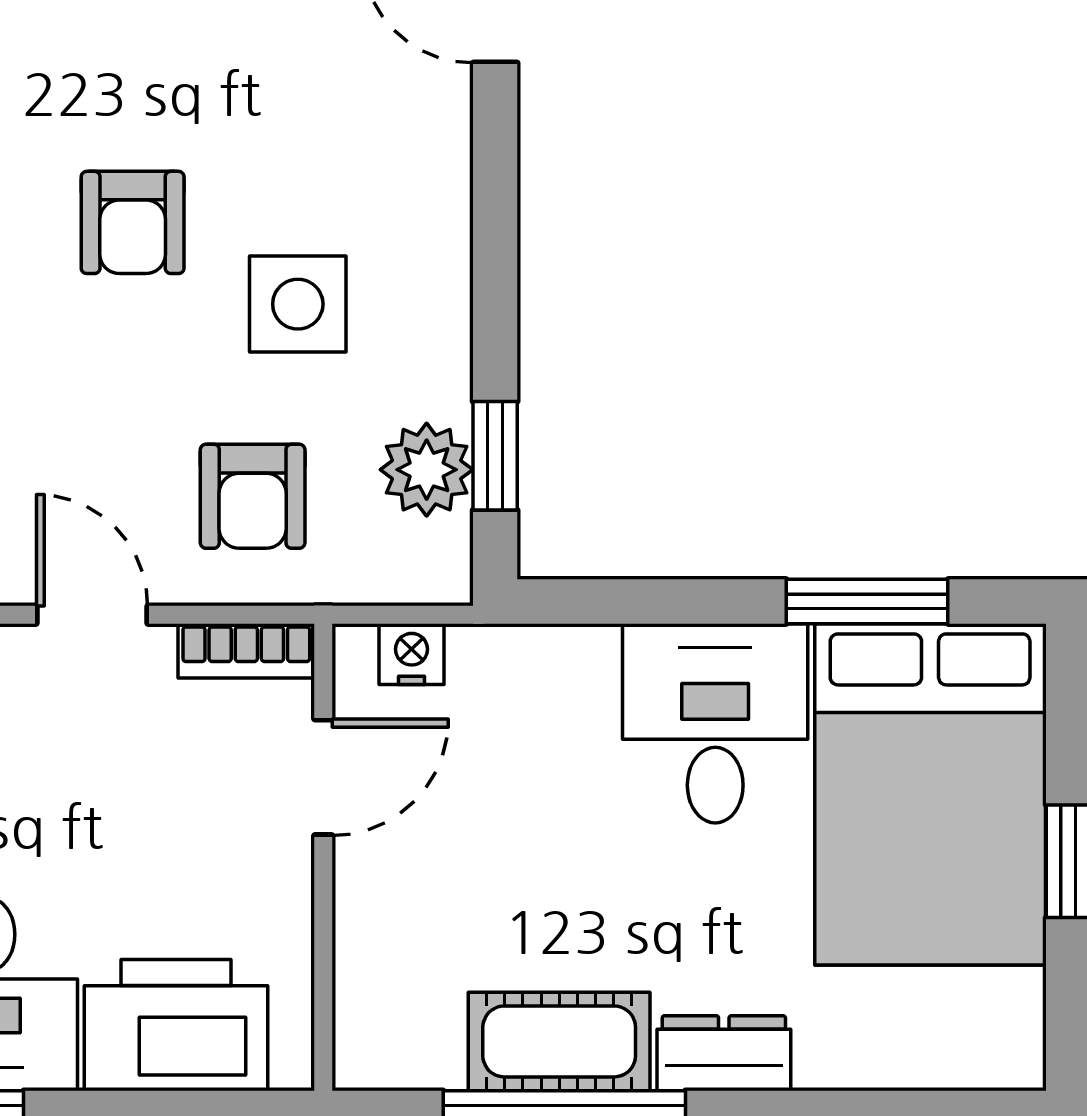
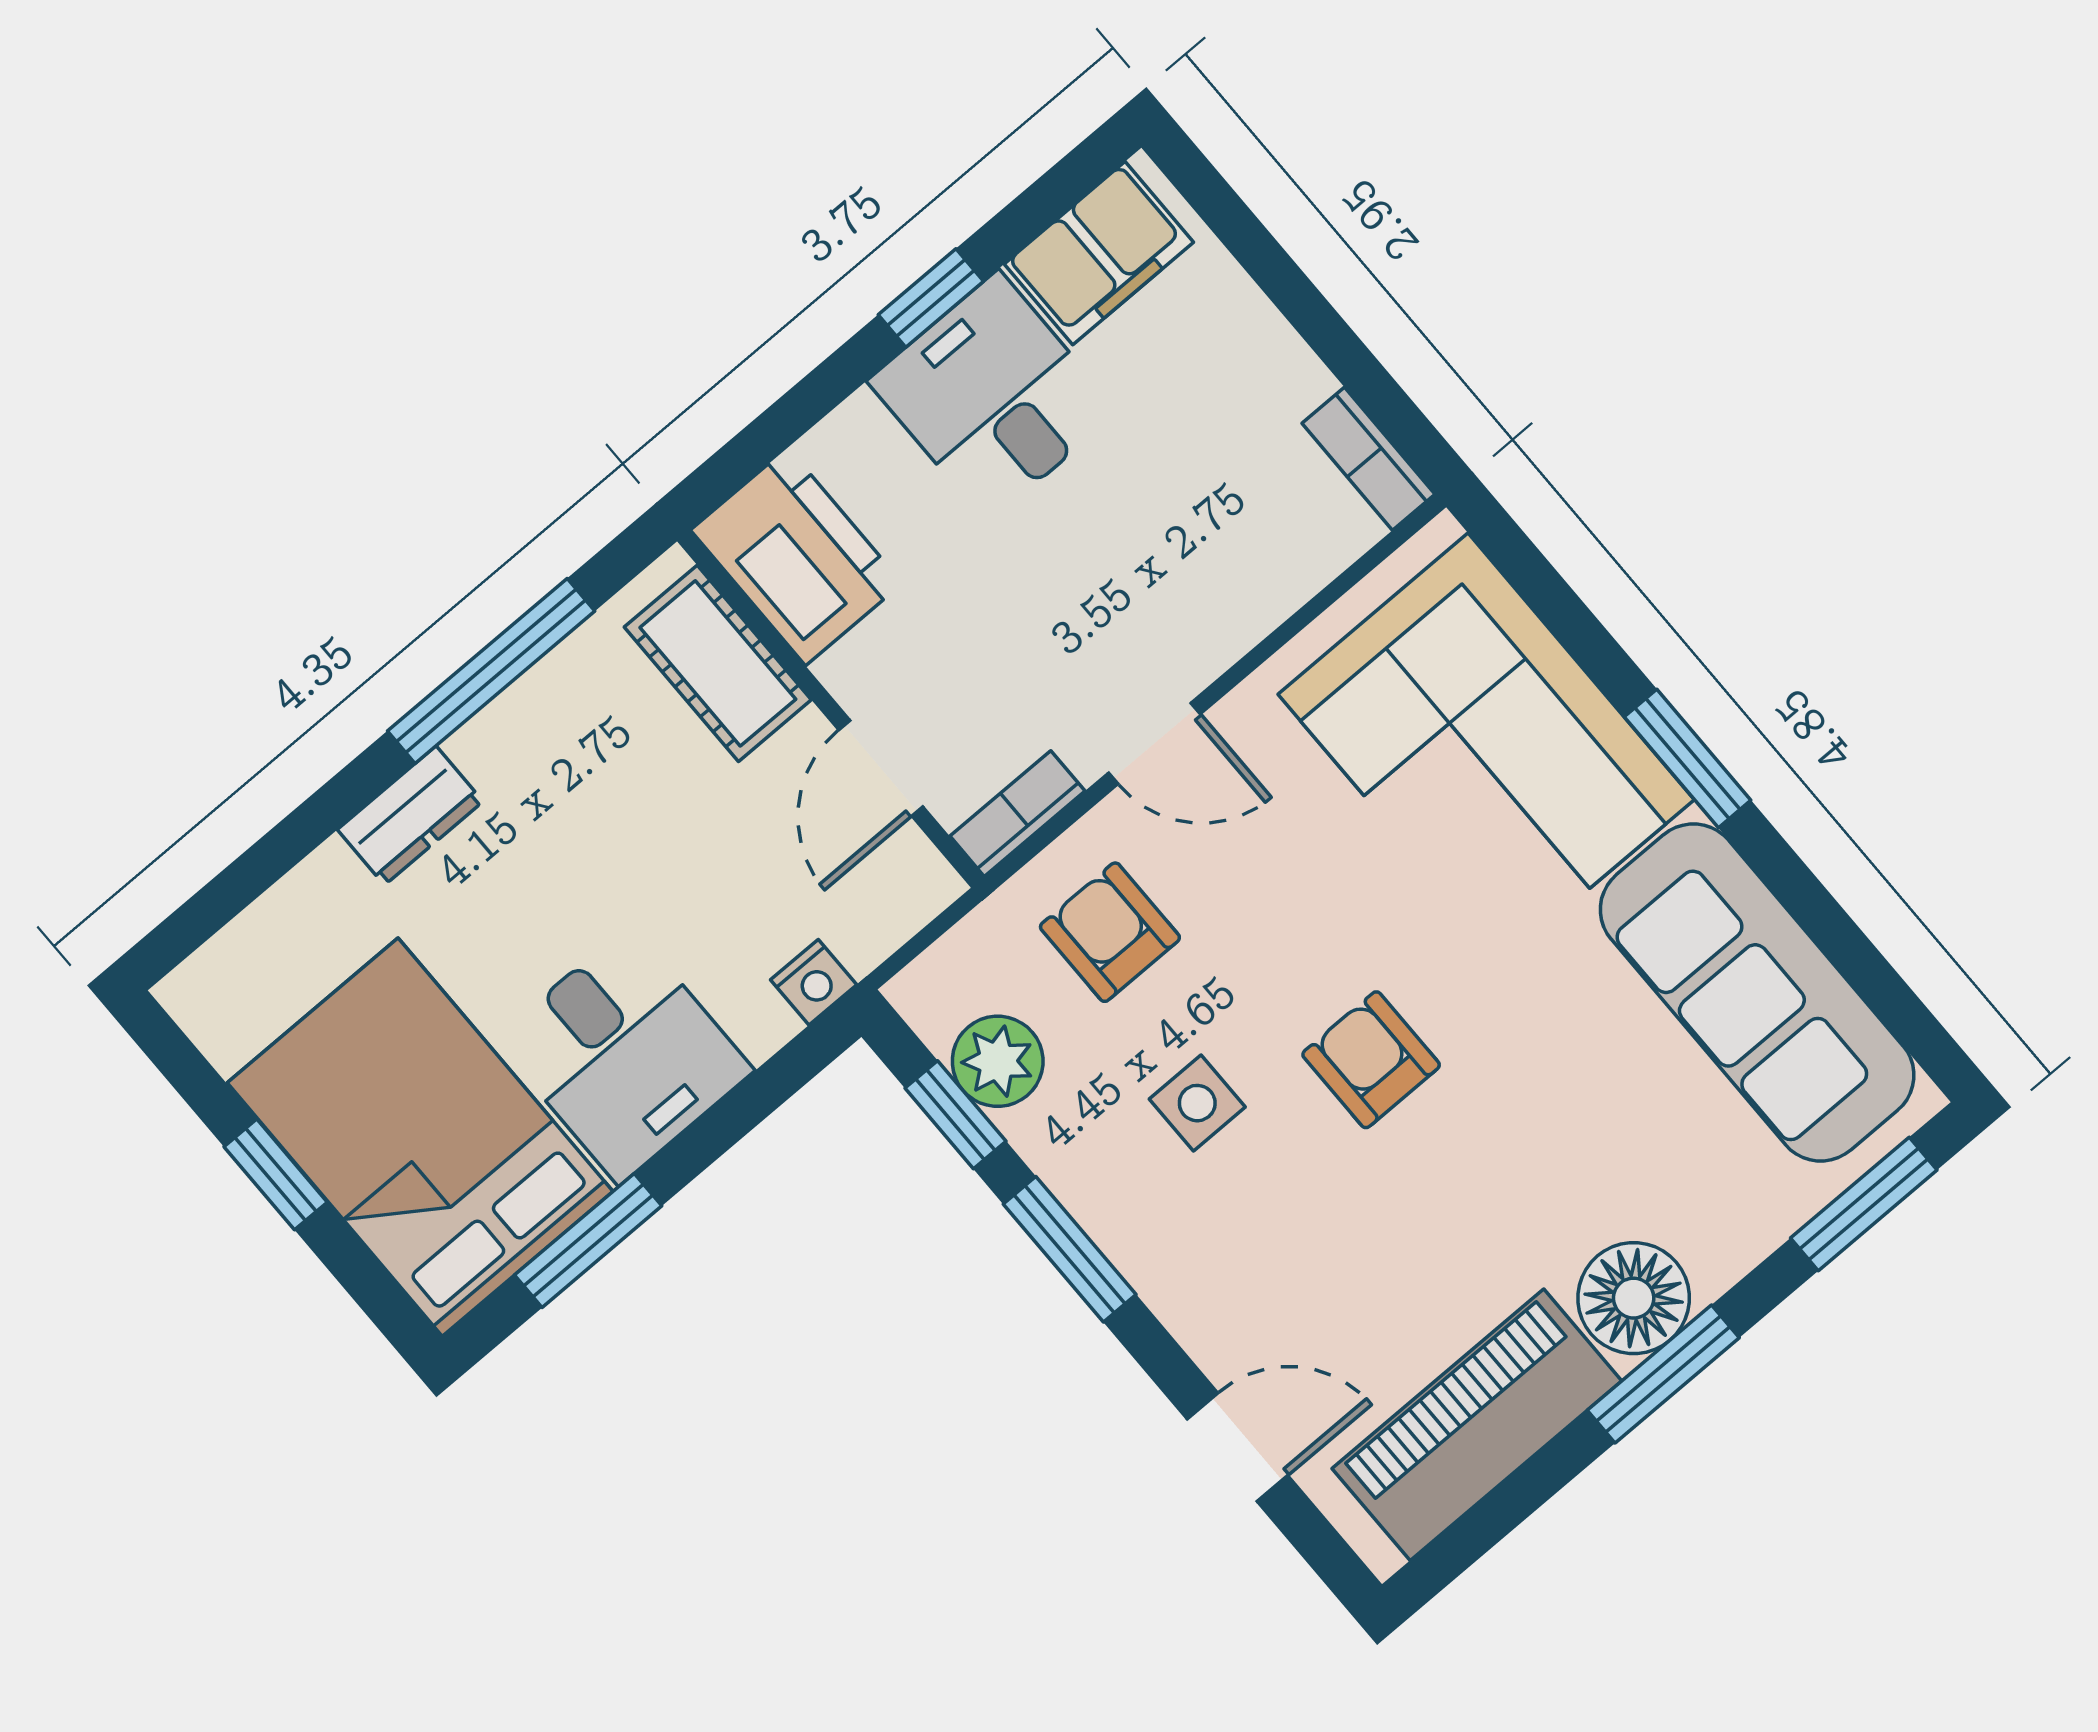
window: (495, 274) -> (1070, 1249), added
side table: (298, 304) -> (1197, 1103), width x0.73, depth x0.73
nightstand: (412, 654) -> (814, 982), moved
printer: (176, 1025) -> (797, 557), moved, turned -90
cot: (559, 1041) -> (718, 663), moved, turned 90

